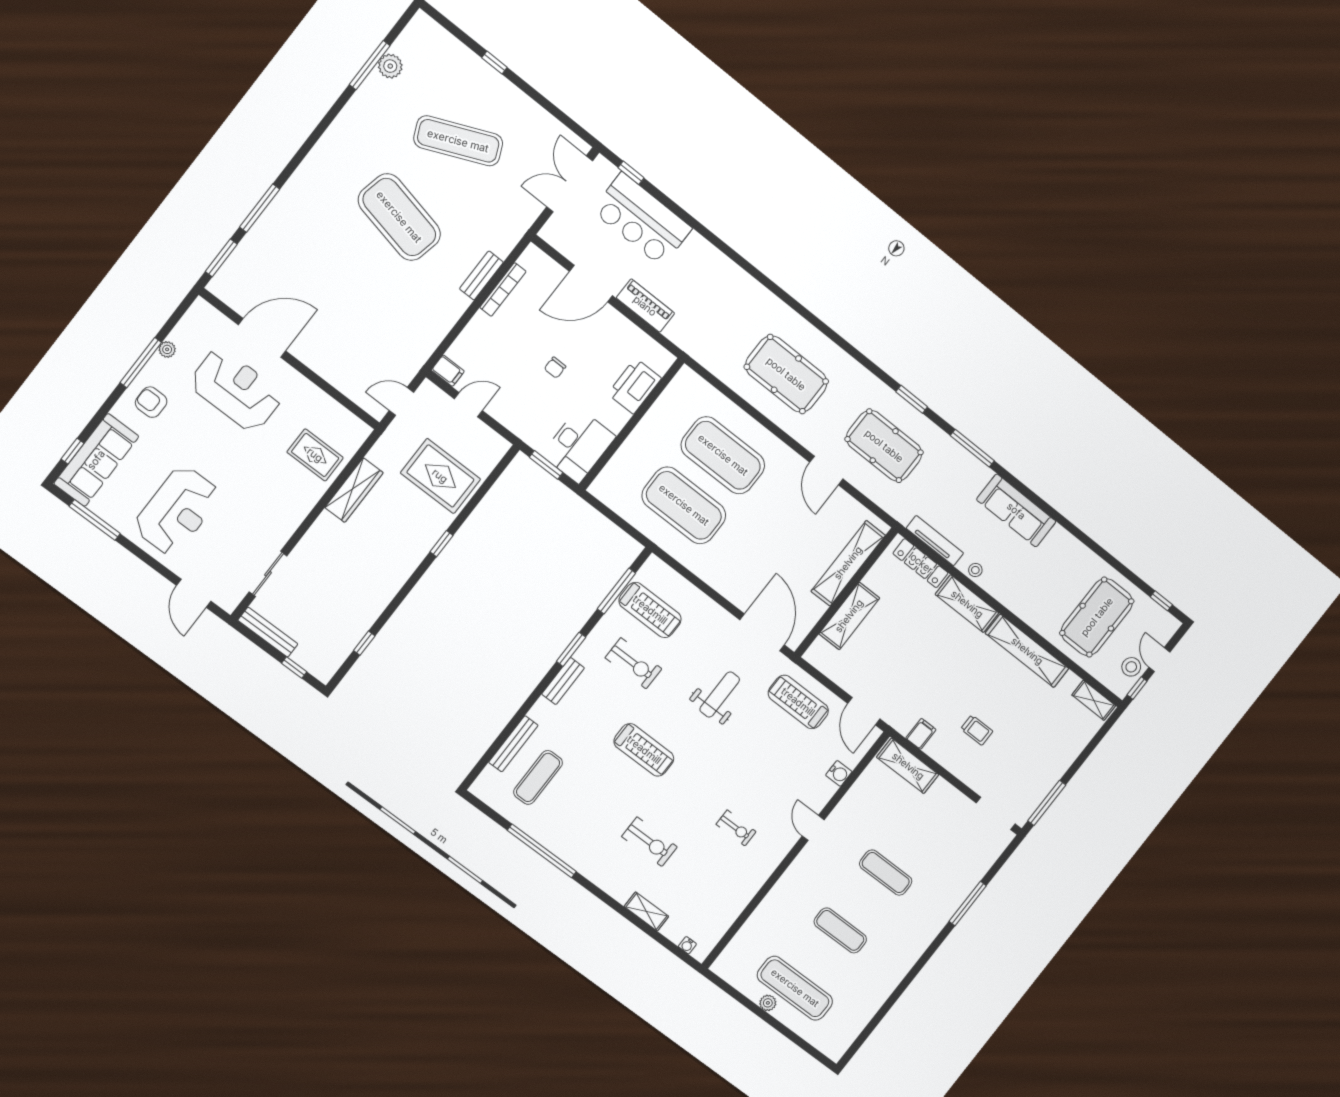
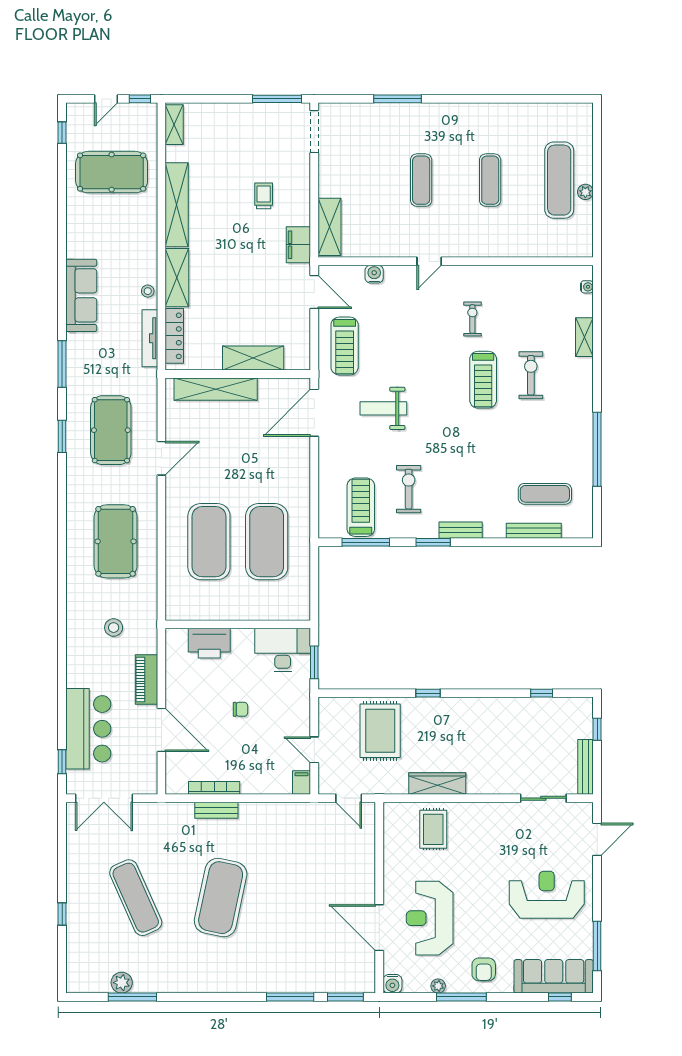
water cooler: (201, 310) -> (392, 984), added
stool: (1131, 667) -> (114, 628), moved
door: (864, 711) -> (314, 292), hinge flipped
filing cabinet: (921, 734) -> (298, 245), width x2.00
treadmill: (644, 750) -> (483, 380), moved, turned 180

